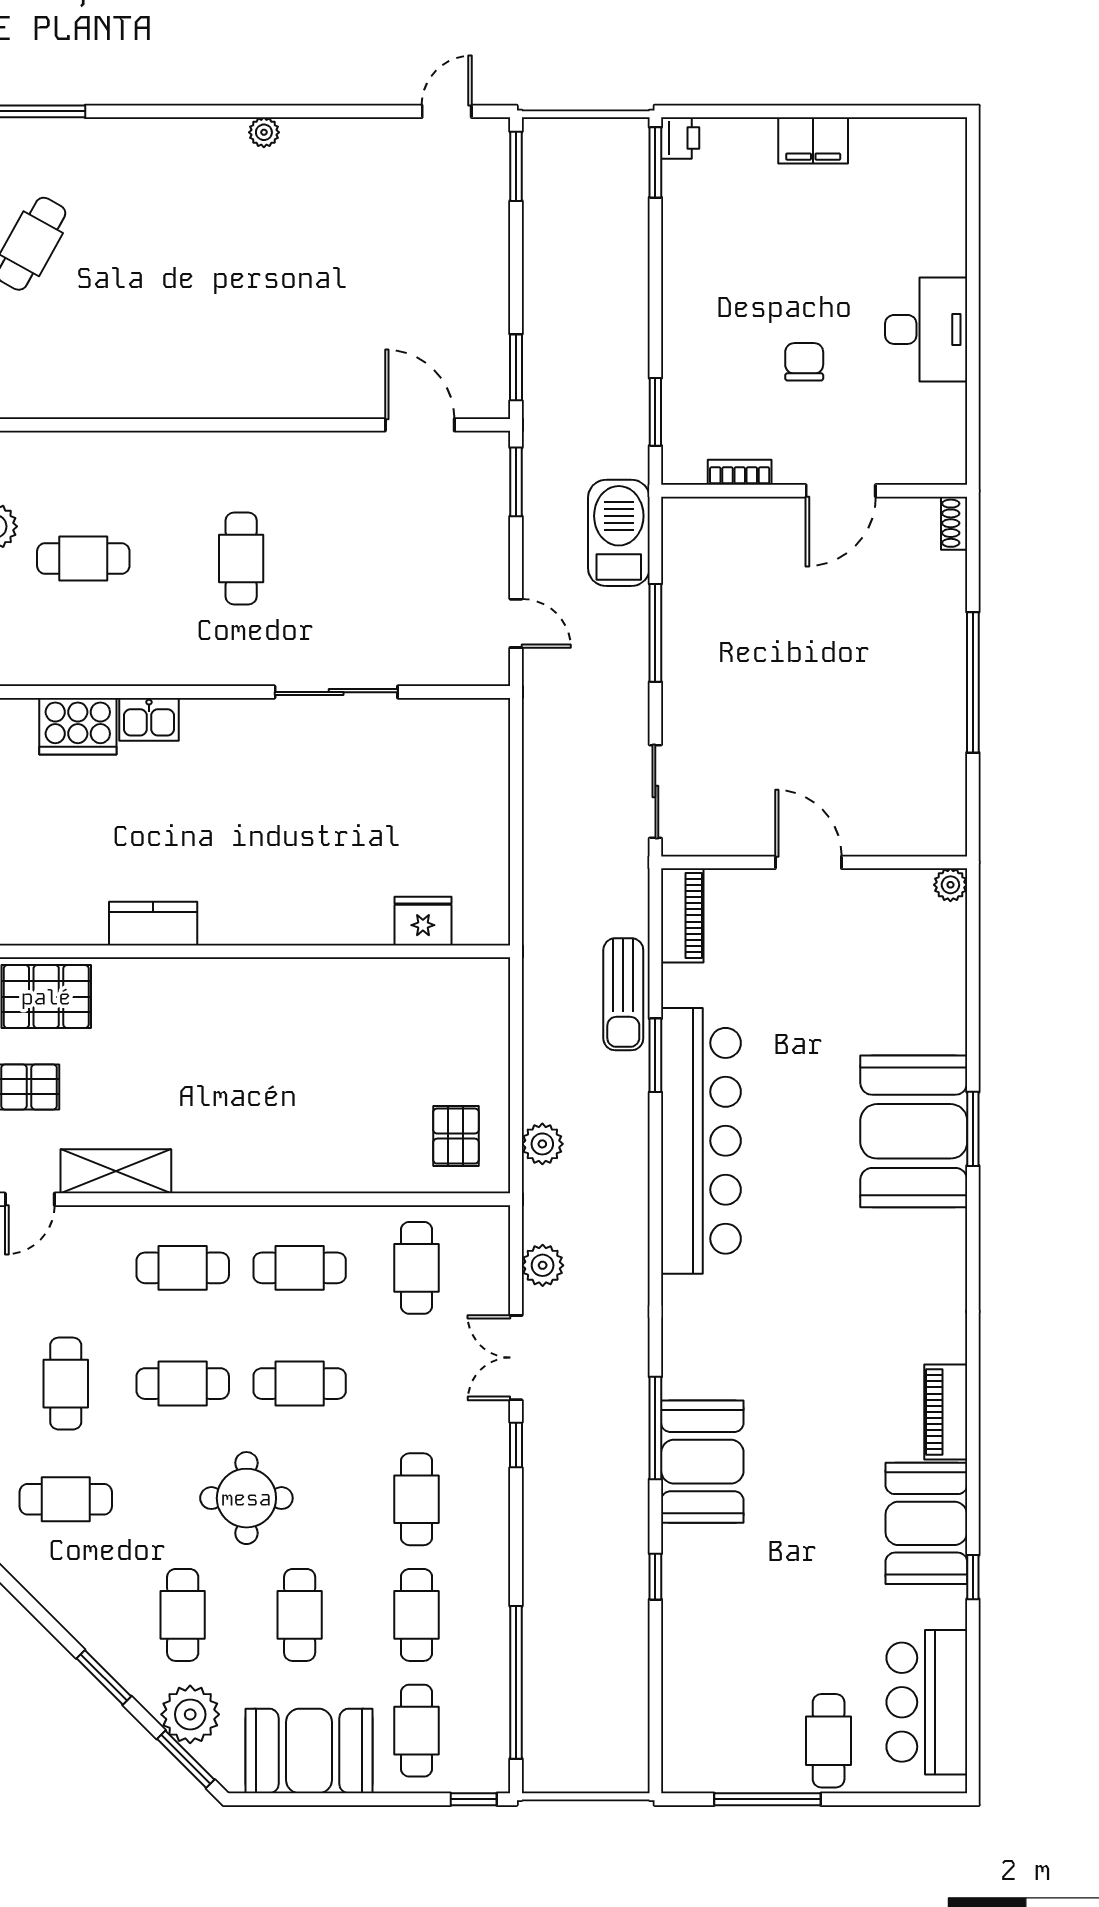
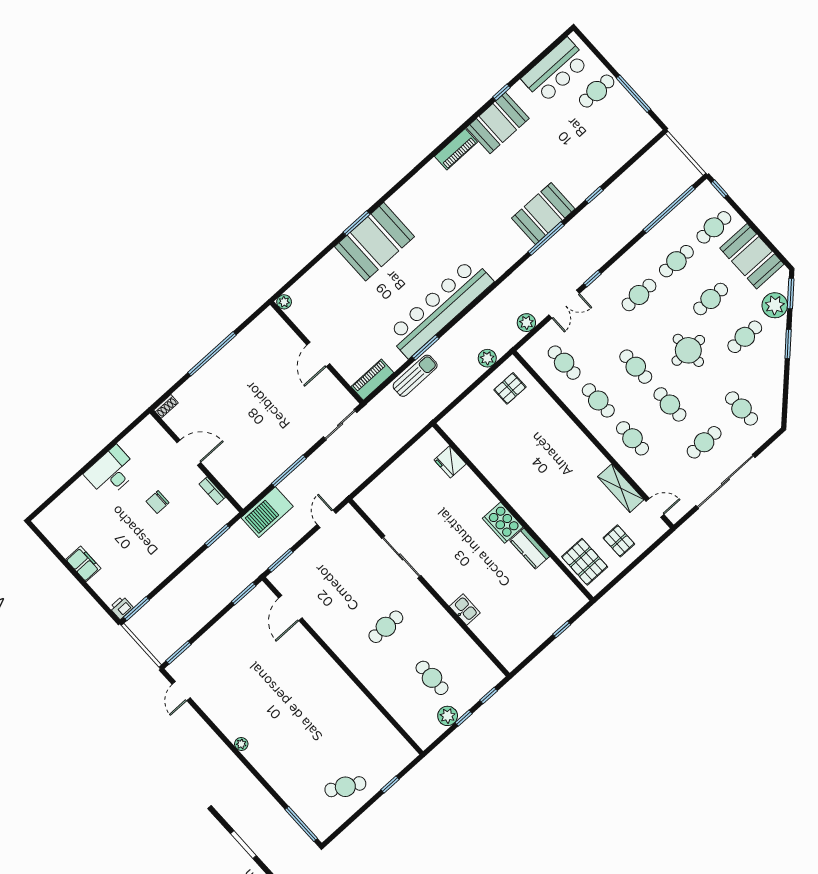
door: (447, 111) -> (181, 691), hinge flipped
cooker: (78, 726) -> (503, 523), moved, turned 180
cafe table: (417, 1268) -> (564, 363), turned 90

